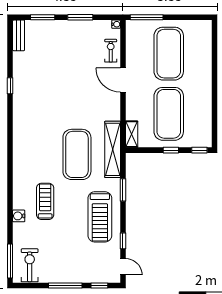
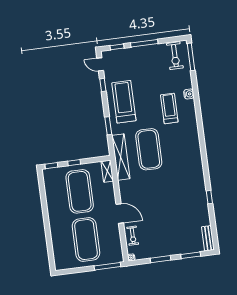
treadmill: (45, 201) -> (169, 108), turned 180

